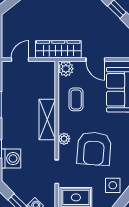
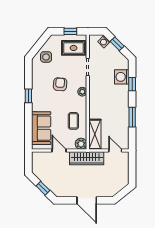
door: (20, 60) -> (115, 151), swing flipped
shelving: (47, 120) -> (95, 134), moved
armchair: (94, 149) -> (60, 84), width x0.53, depth x0.53

